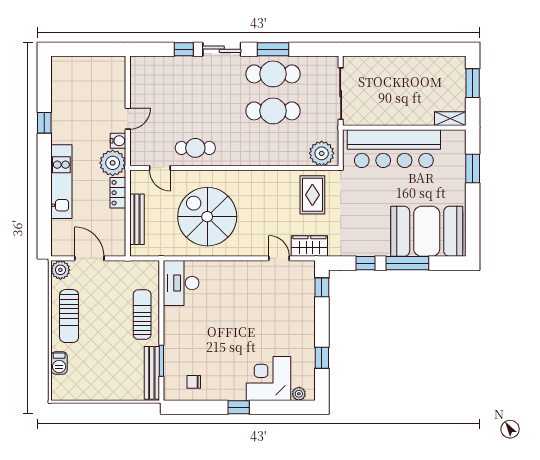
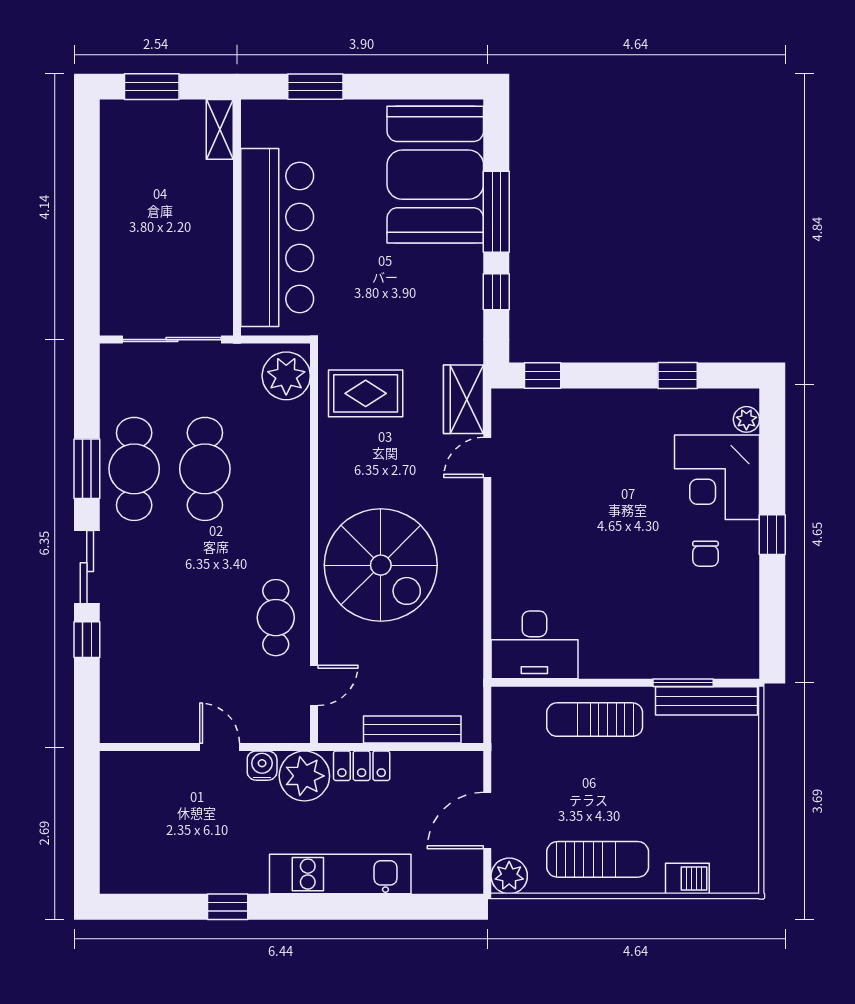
spiral stairs: (207, 217) -> (381, 565), moved, turned -90
chair: (194, 382) -> (705, 554), moved

